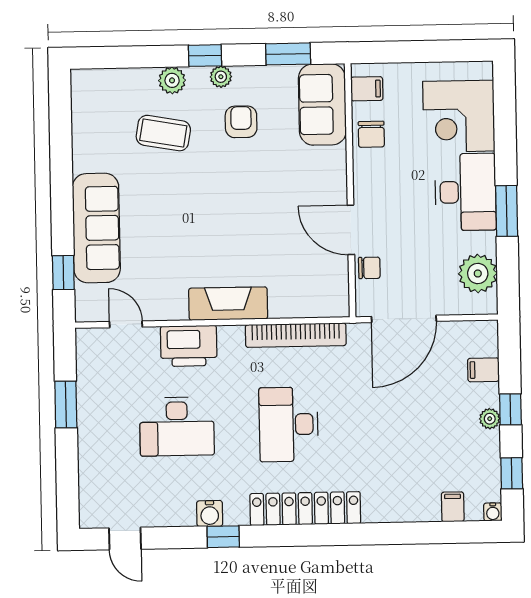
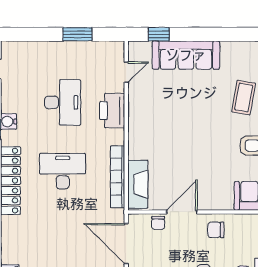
chair: (371, 134) -> (216, 230), moved
fireplace: (228, 304) -> (138, 184), moved
desk: (177, 426) -> (63, 102), turned 180

